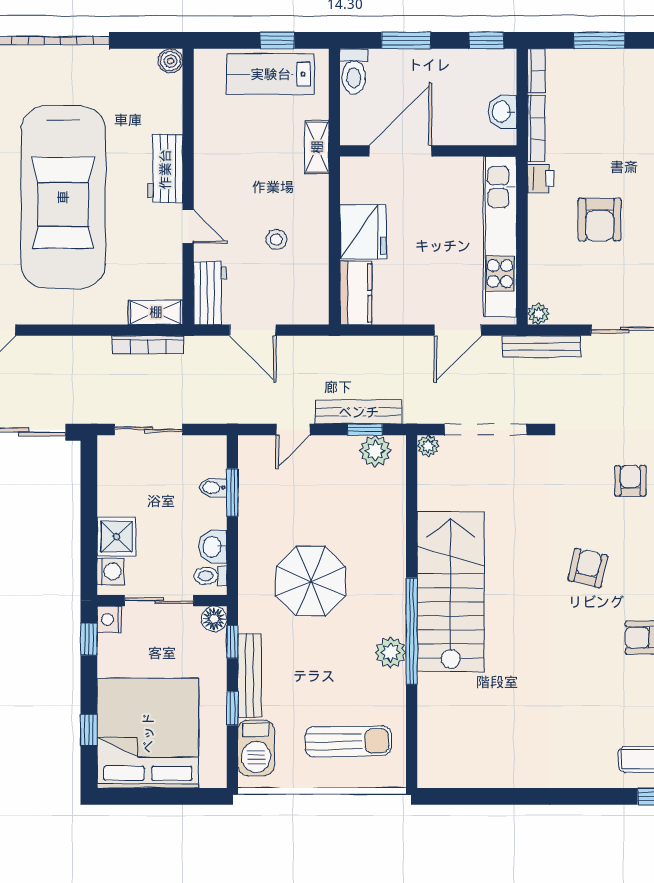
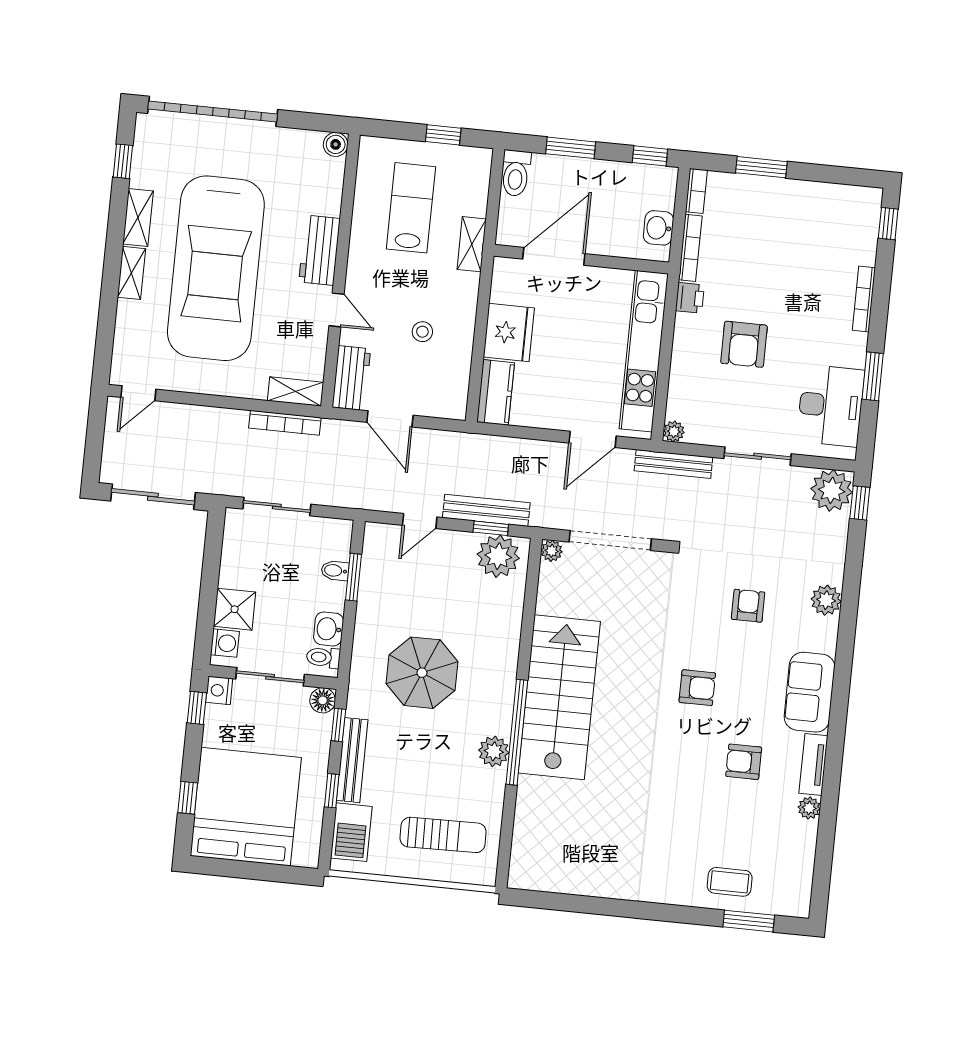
lab bench: (271, 74) -> (411, 208), moved, turned 90
plant: (375, 451) -> (498, 556), width x1.36, depth x1.36
armchair: (588, 568) -> (697, 688), turned 77

